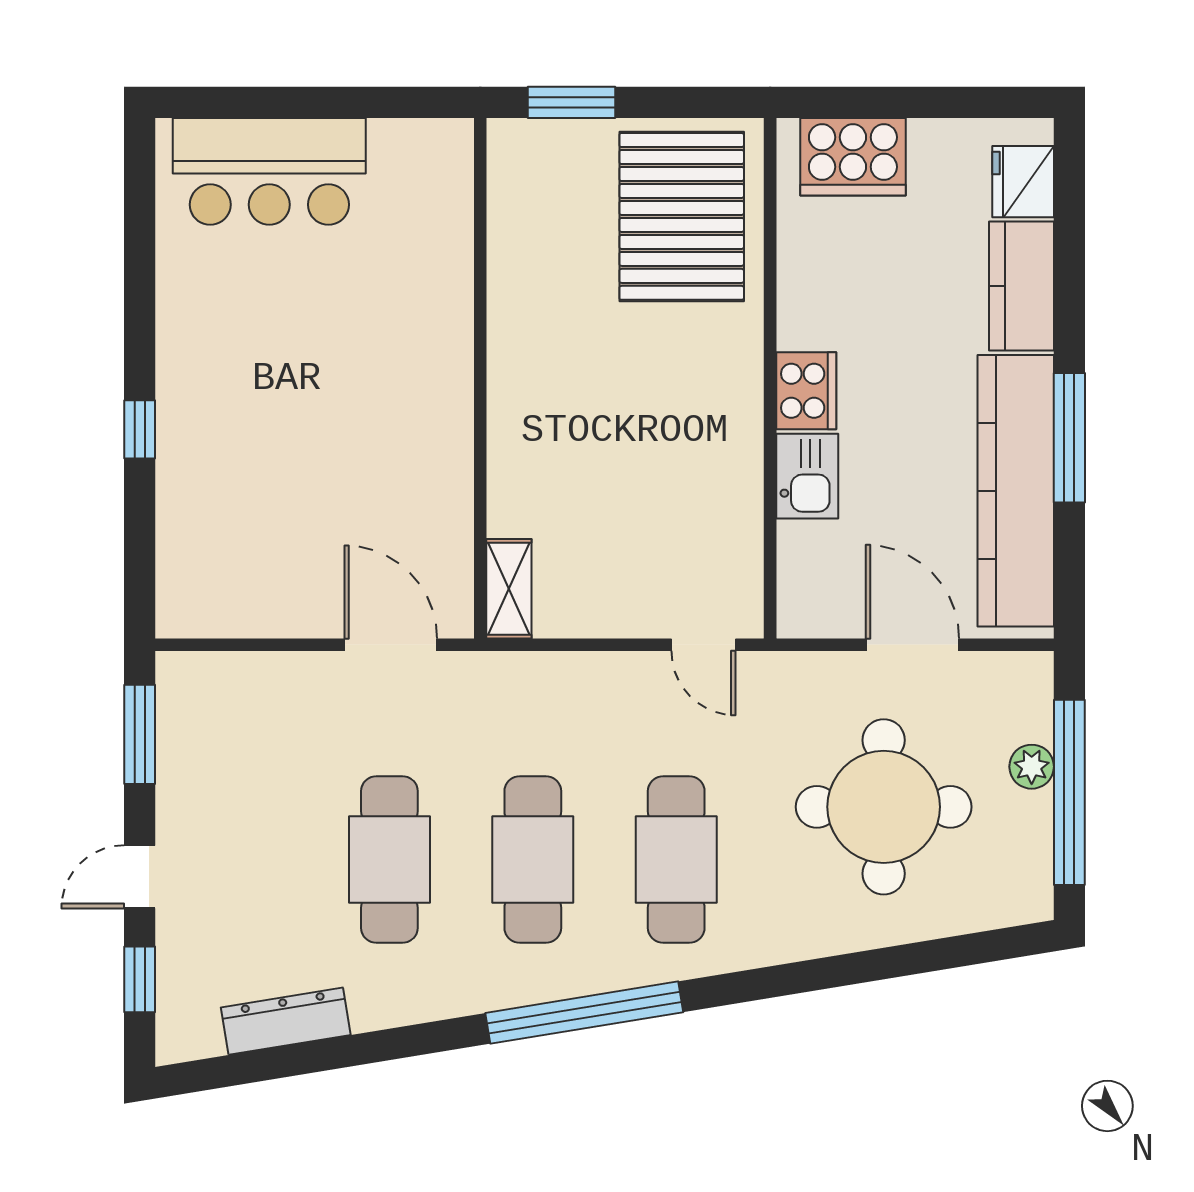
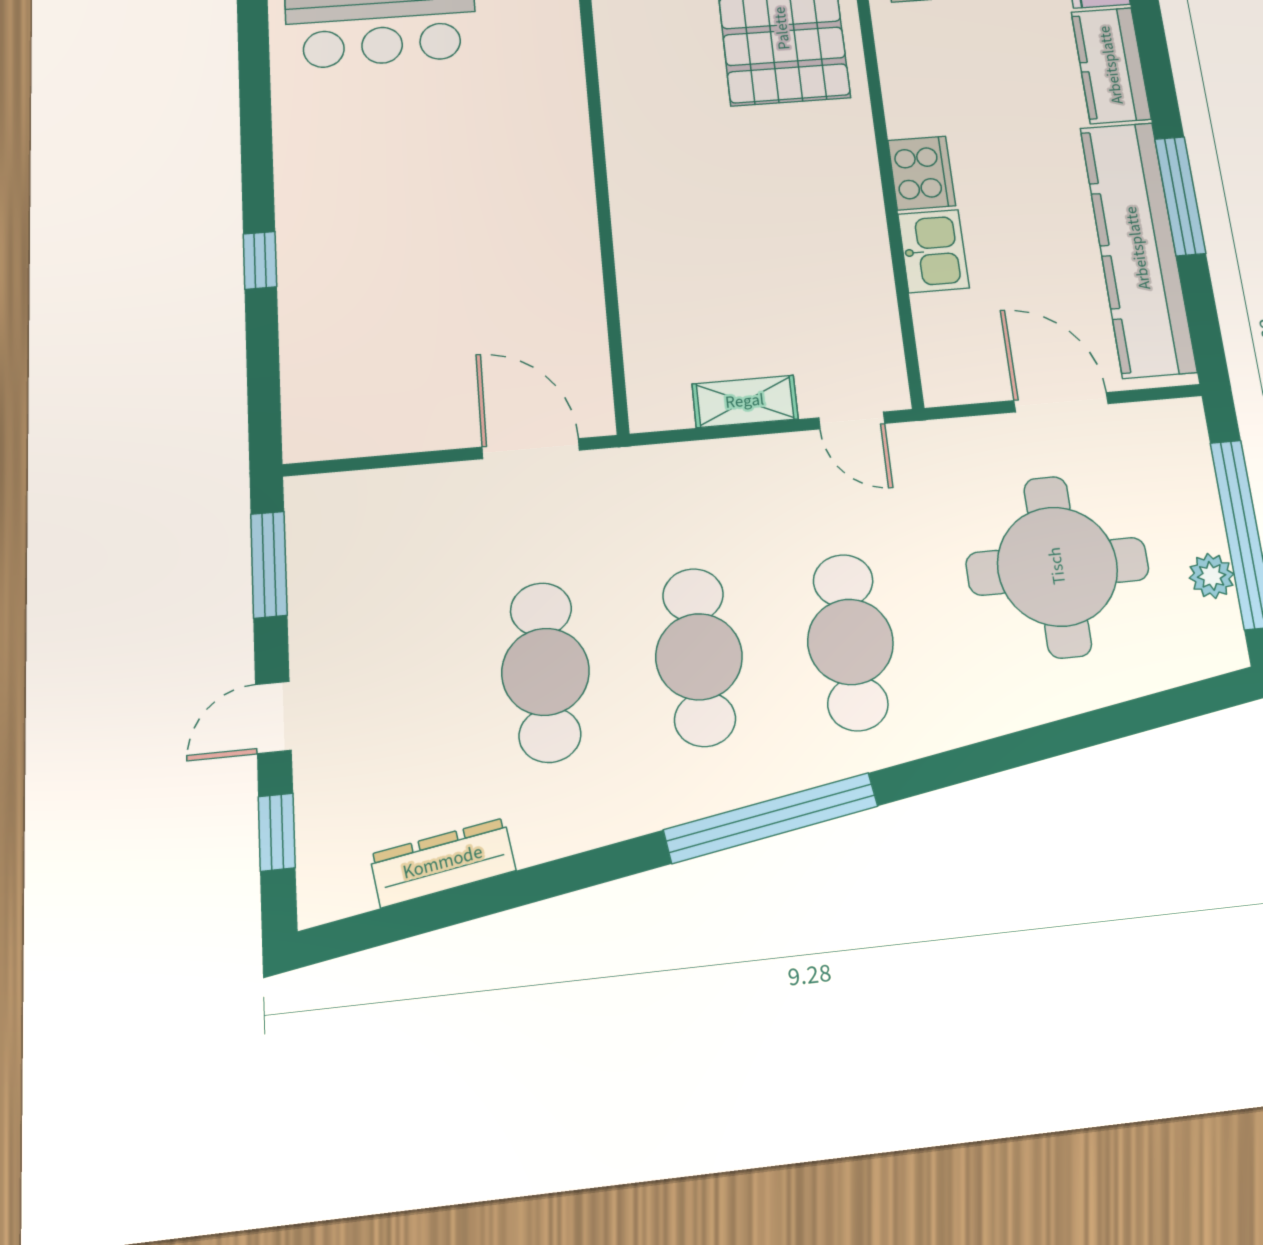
shelving: (509, 589) -> (745, 401), moved, turned 90
plant: (1032, 767) -> (1212, 576), moved

